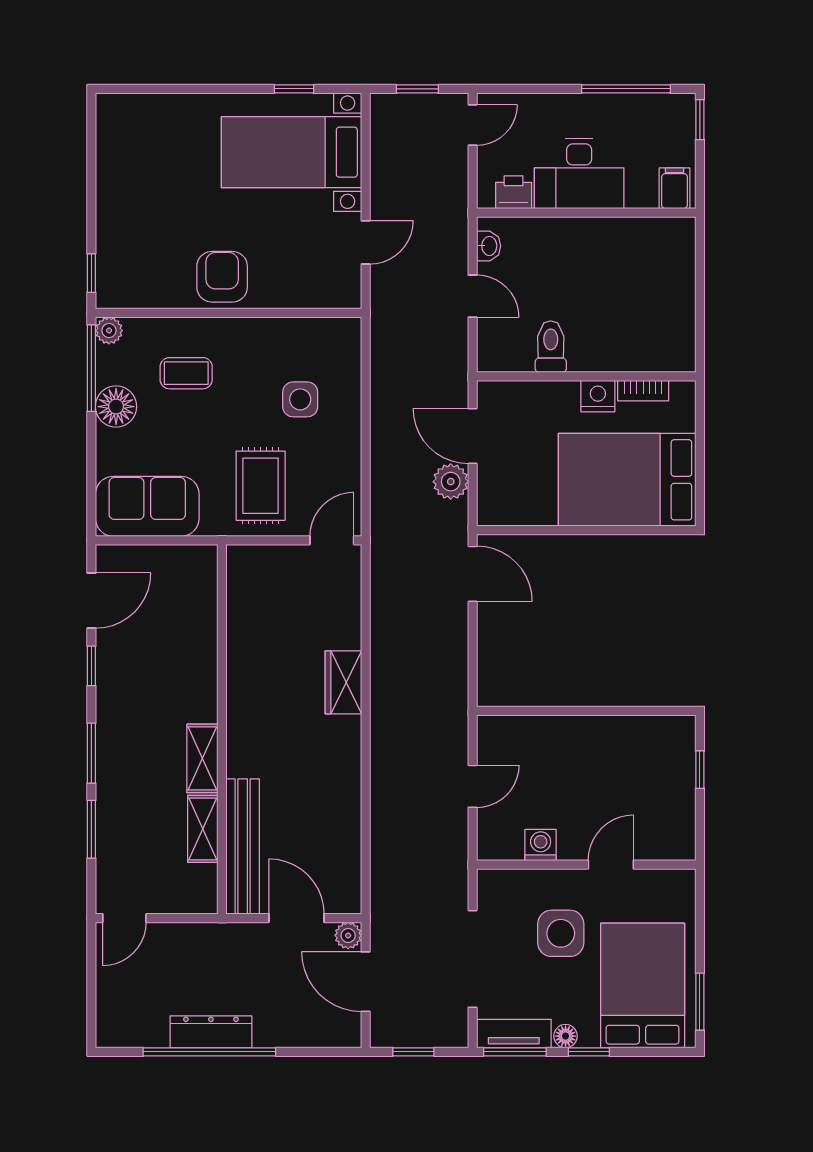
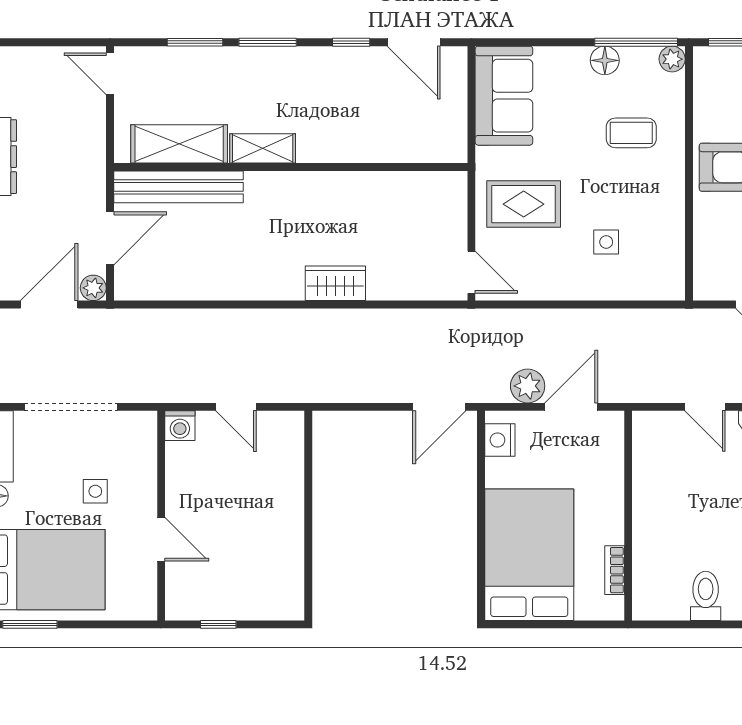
door: (473, 296) -> (705, 407), hinge flipped
toilet: (551, 347) -> (706, 596), moved, turned -90
coffee table: (186, 373) -> (631, 133), turned 90
nightstand: (598, 396) -> (500, 440), moved, turned 180
side table: (300, 399) -> (606, 242), width x0.73, depth x0.73
floor lamp: (116, 407) -> (605, 60), width x0.73, depth x0.73
window: (700, 770) -> (218, 624), moved
shelving: (203, 829) -> (179, 144), width x1.50, depth x1.33
washing machine: (541, 845) -> (180, 426), moved, turned 90
side table: (561, 933) -> (95, 491), width x0.54, depth x0.54

